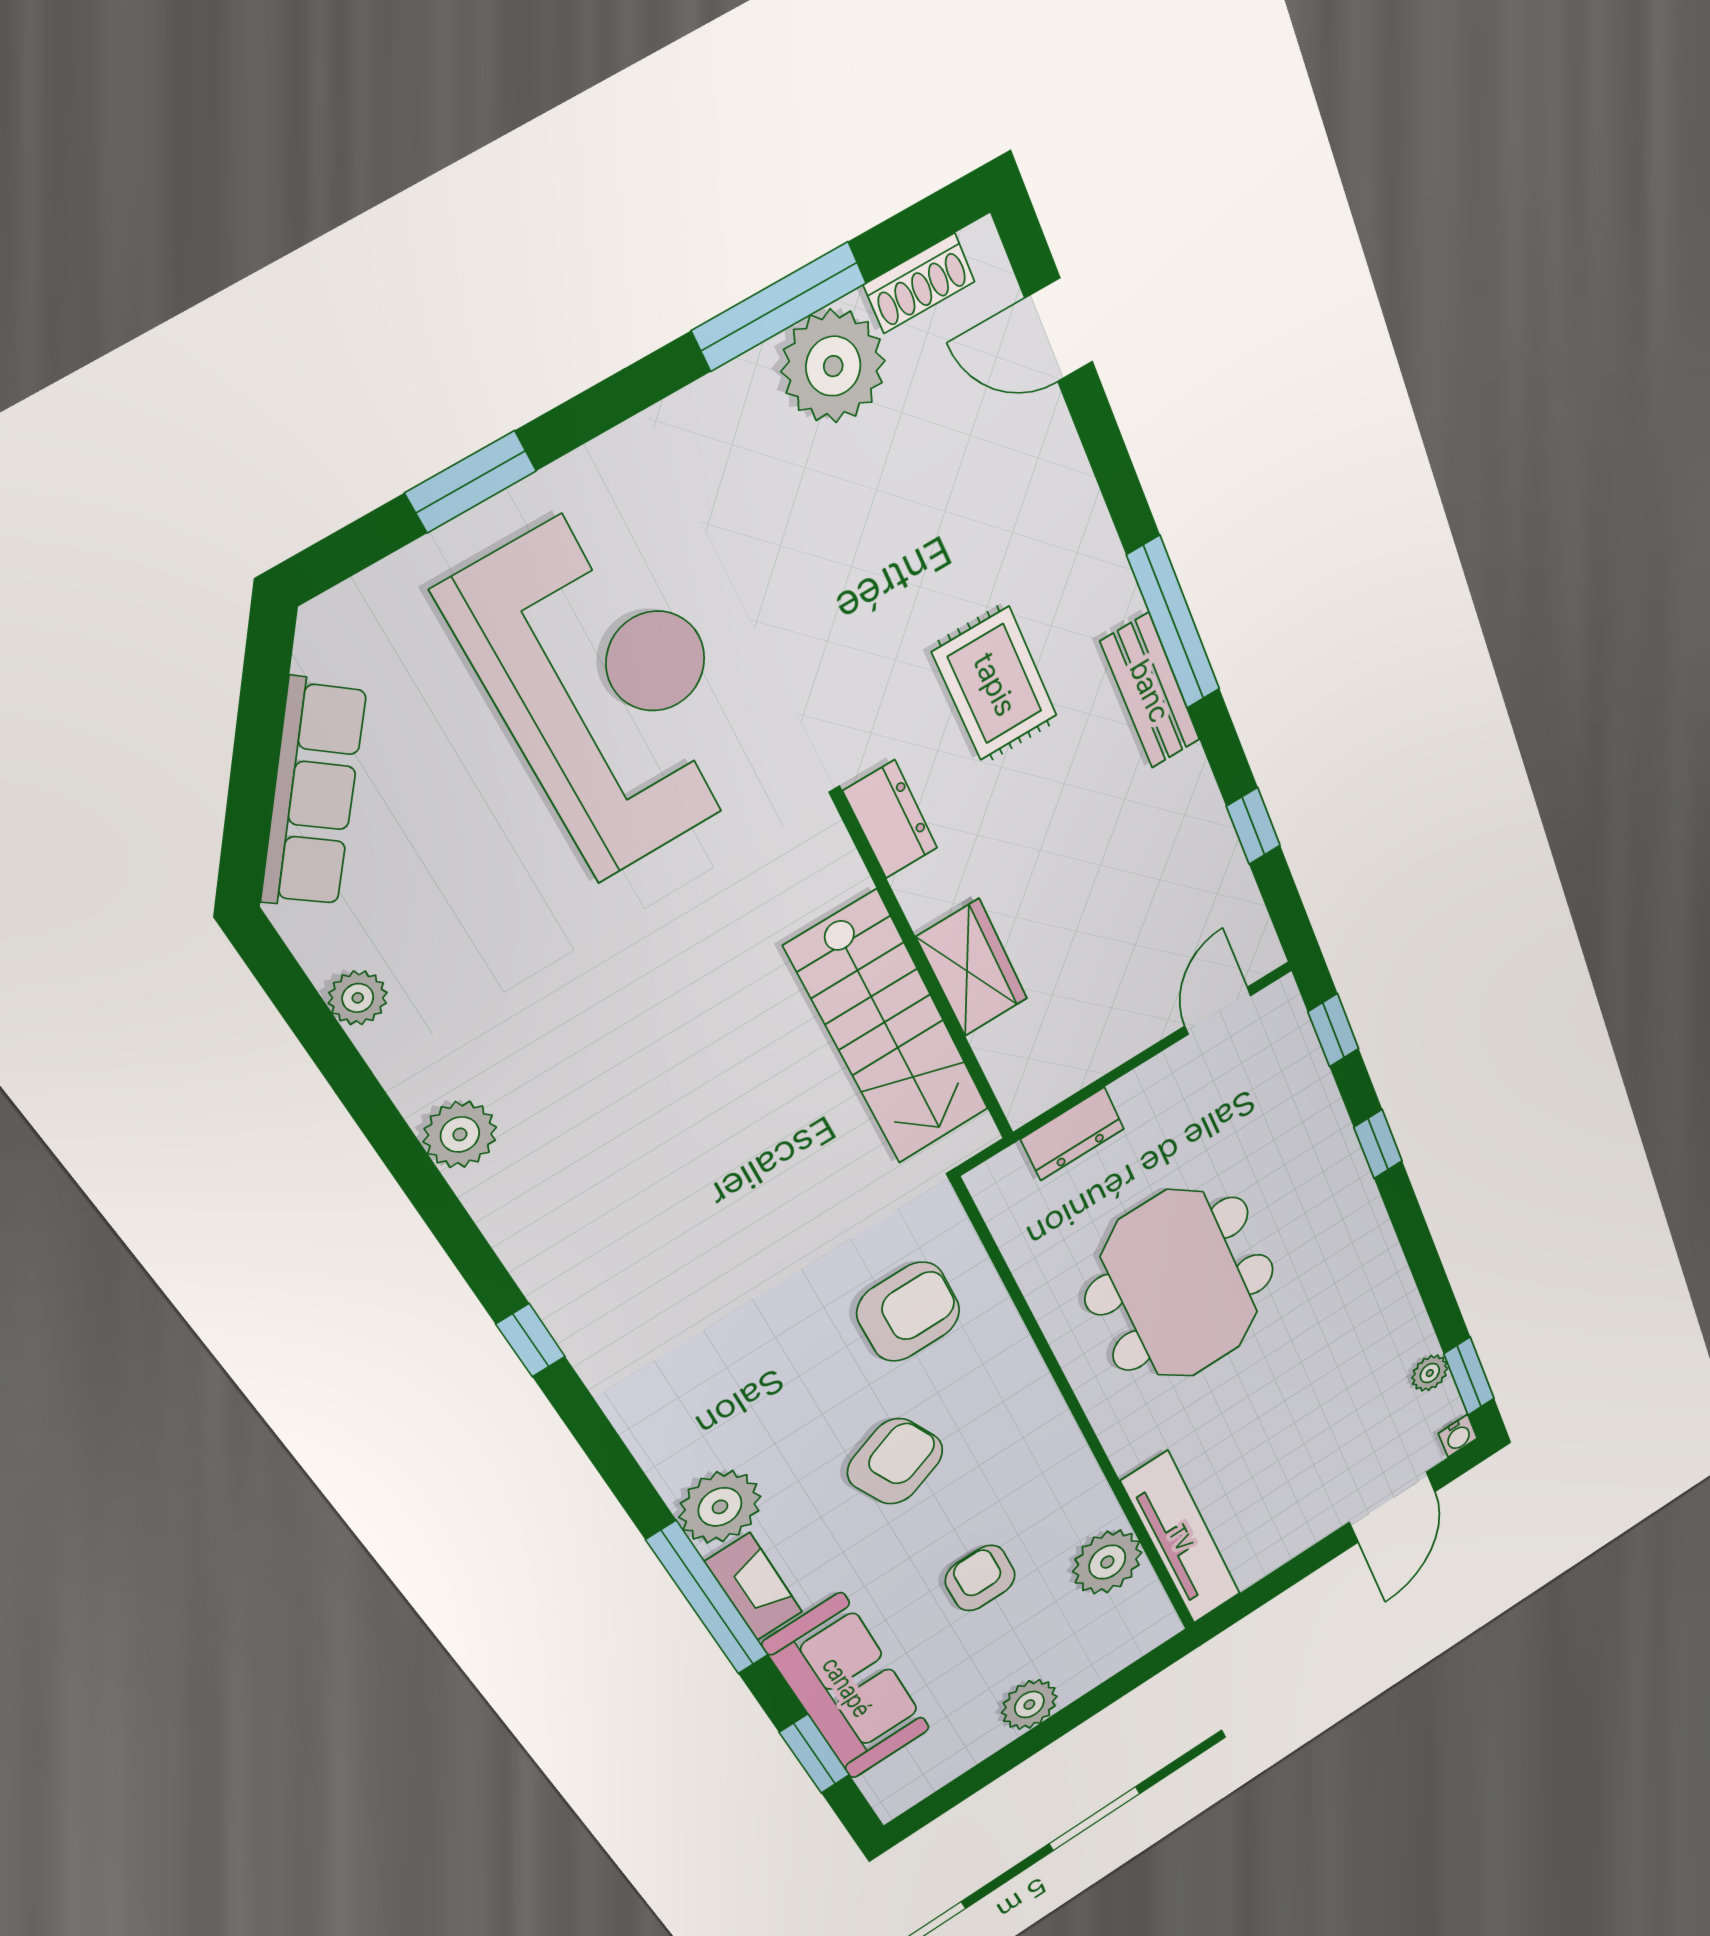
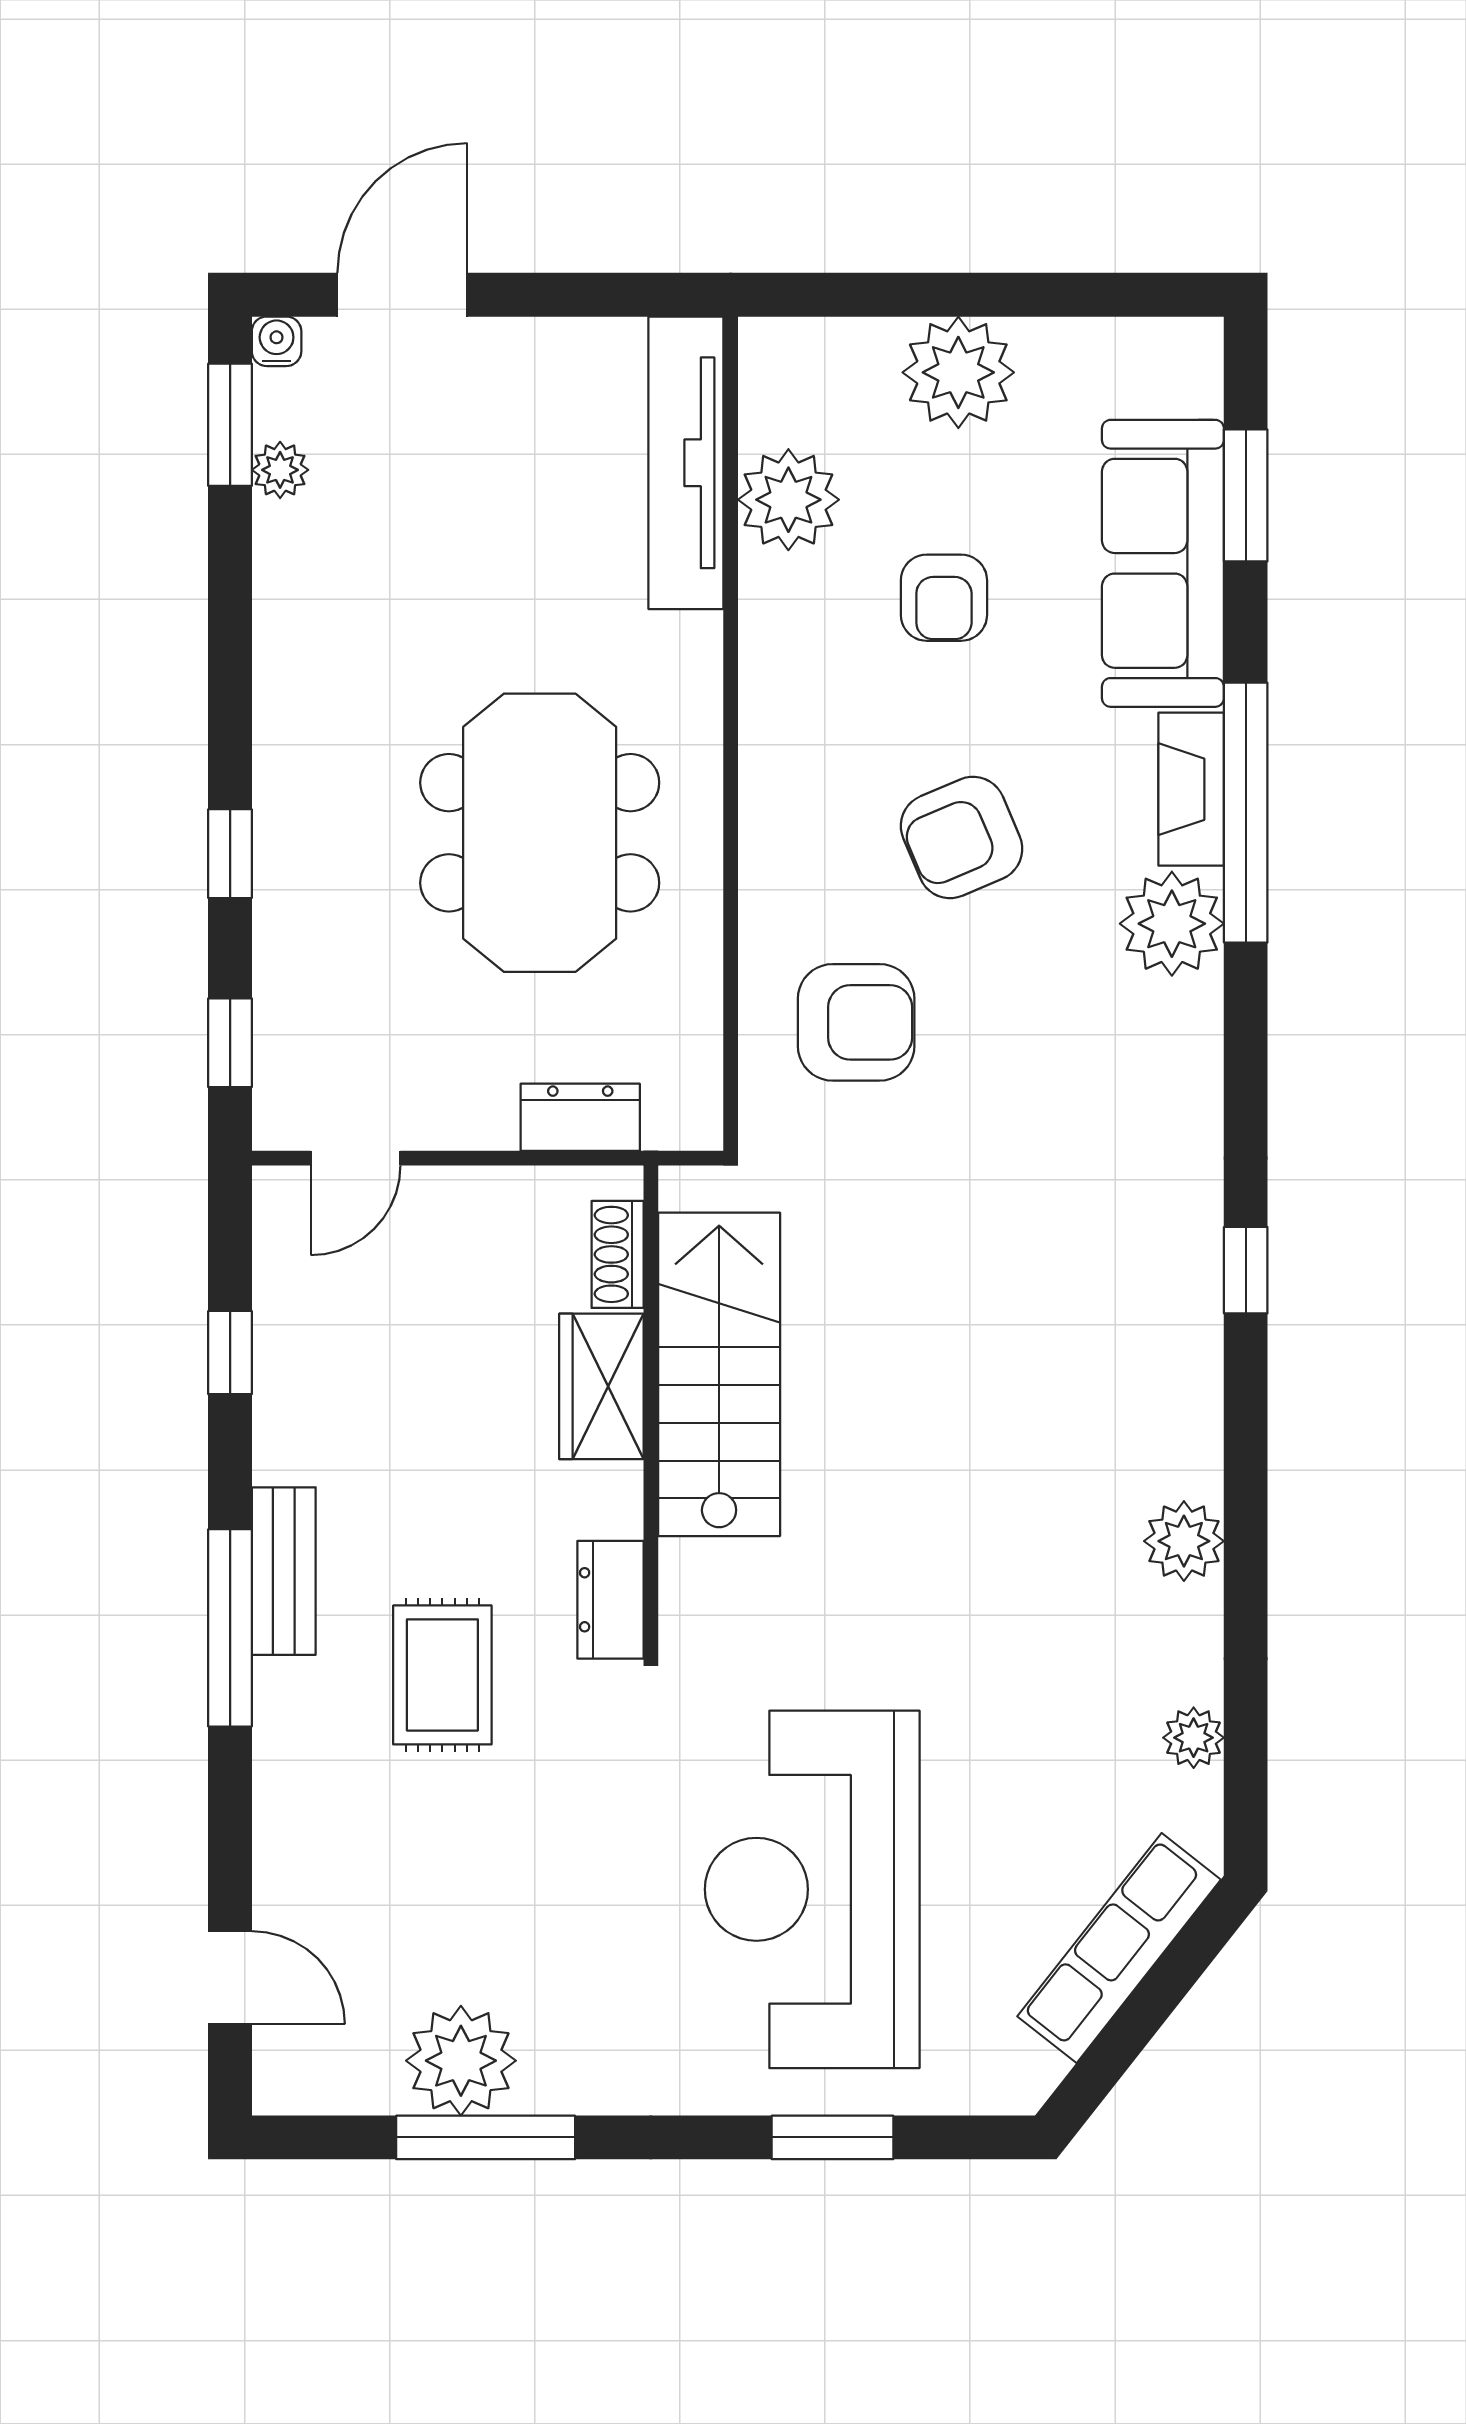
shoe rack: (919, 283) -> (618, 1254), moved, turned -90
armchair: (908, 1312) -> (856, 1022), turned 180
plant: (1029, 1705) -> (958, 372), width x1.36, depth x1.36

